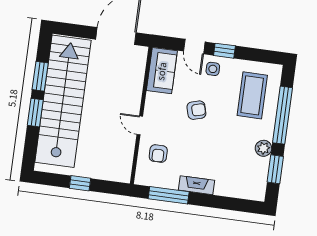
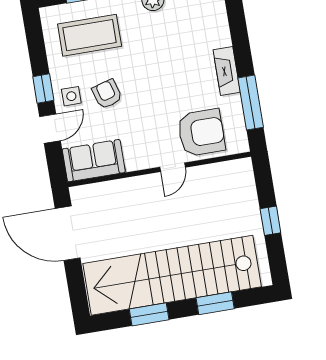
armchair: (196, 110) -> (107, 94), moved
window: (35, 113) -> (215, 303), moved
armchair: (158, 154) -> (201, 133), width x1.88, depth x1.88

